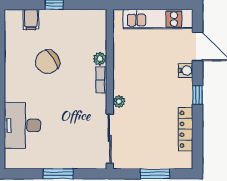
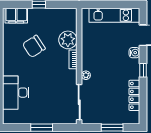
filing cabinet: (31, 20) -> (16, 16), width x2.00
plant: (100, 59) -> (68, 40), width x1.88, depth x1.88

